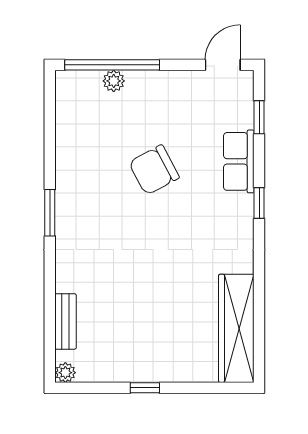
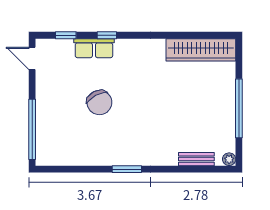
plant: (114, 81) -> (42, 128), removed
window: (259, 203) -> (107, 35), moved
window: (145, 388) -> (239, 108), width x3.17

